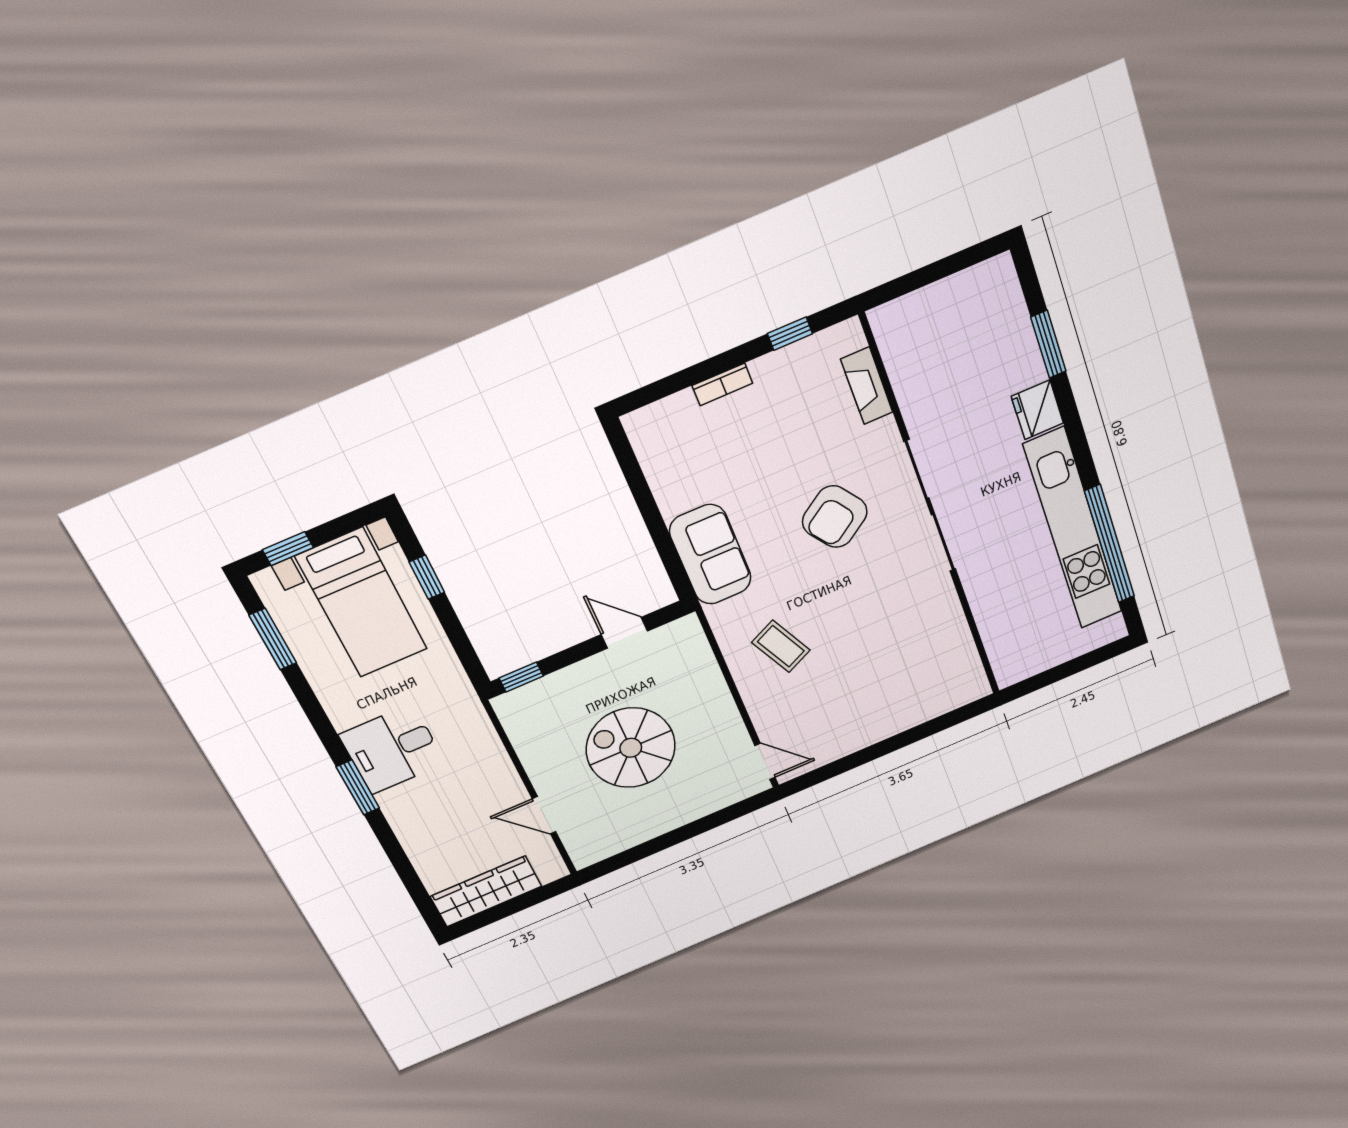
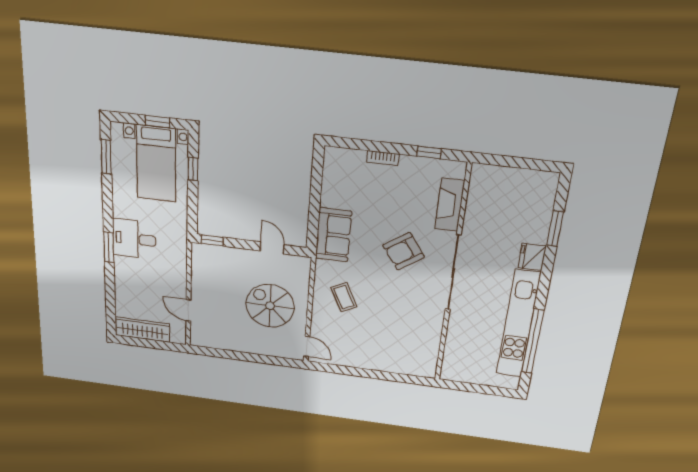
fireplace: (867, 386) -> (450, 205), width x1.37, depth x1.32
window: (288, 549) -> (158, 122), moved
spiral stairs: (631, 748) -> (270, 306), moved

